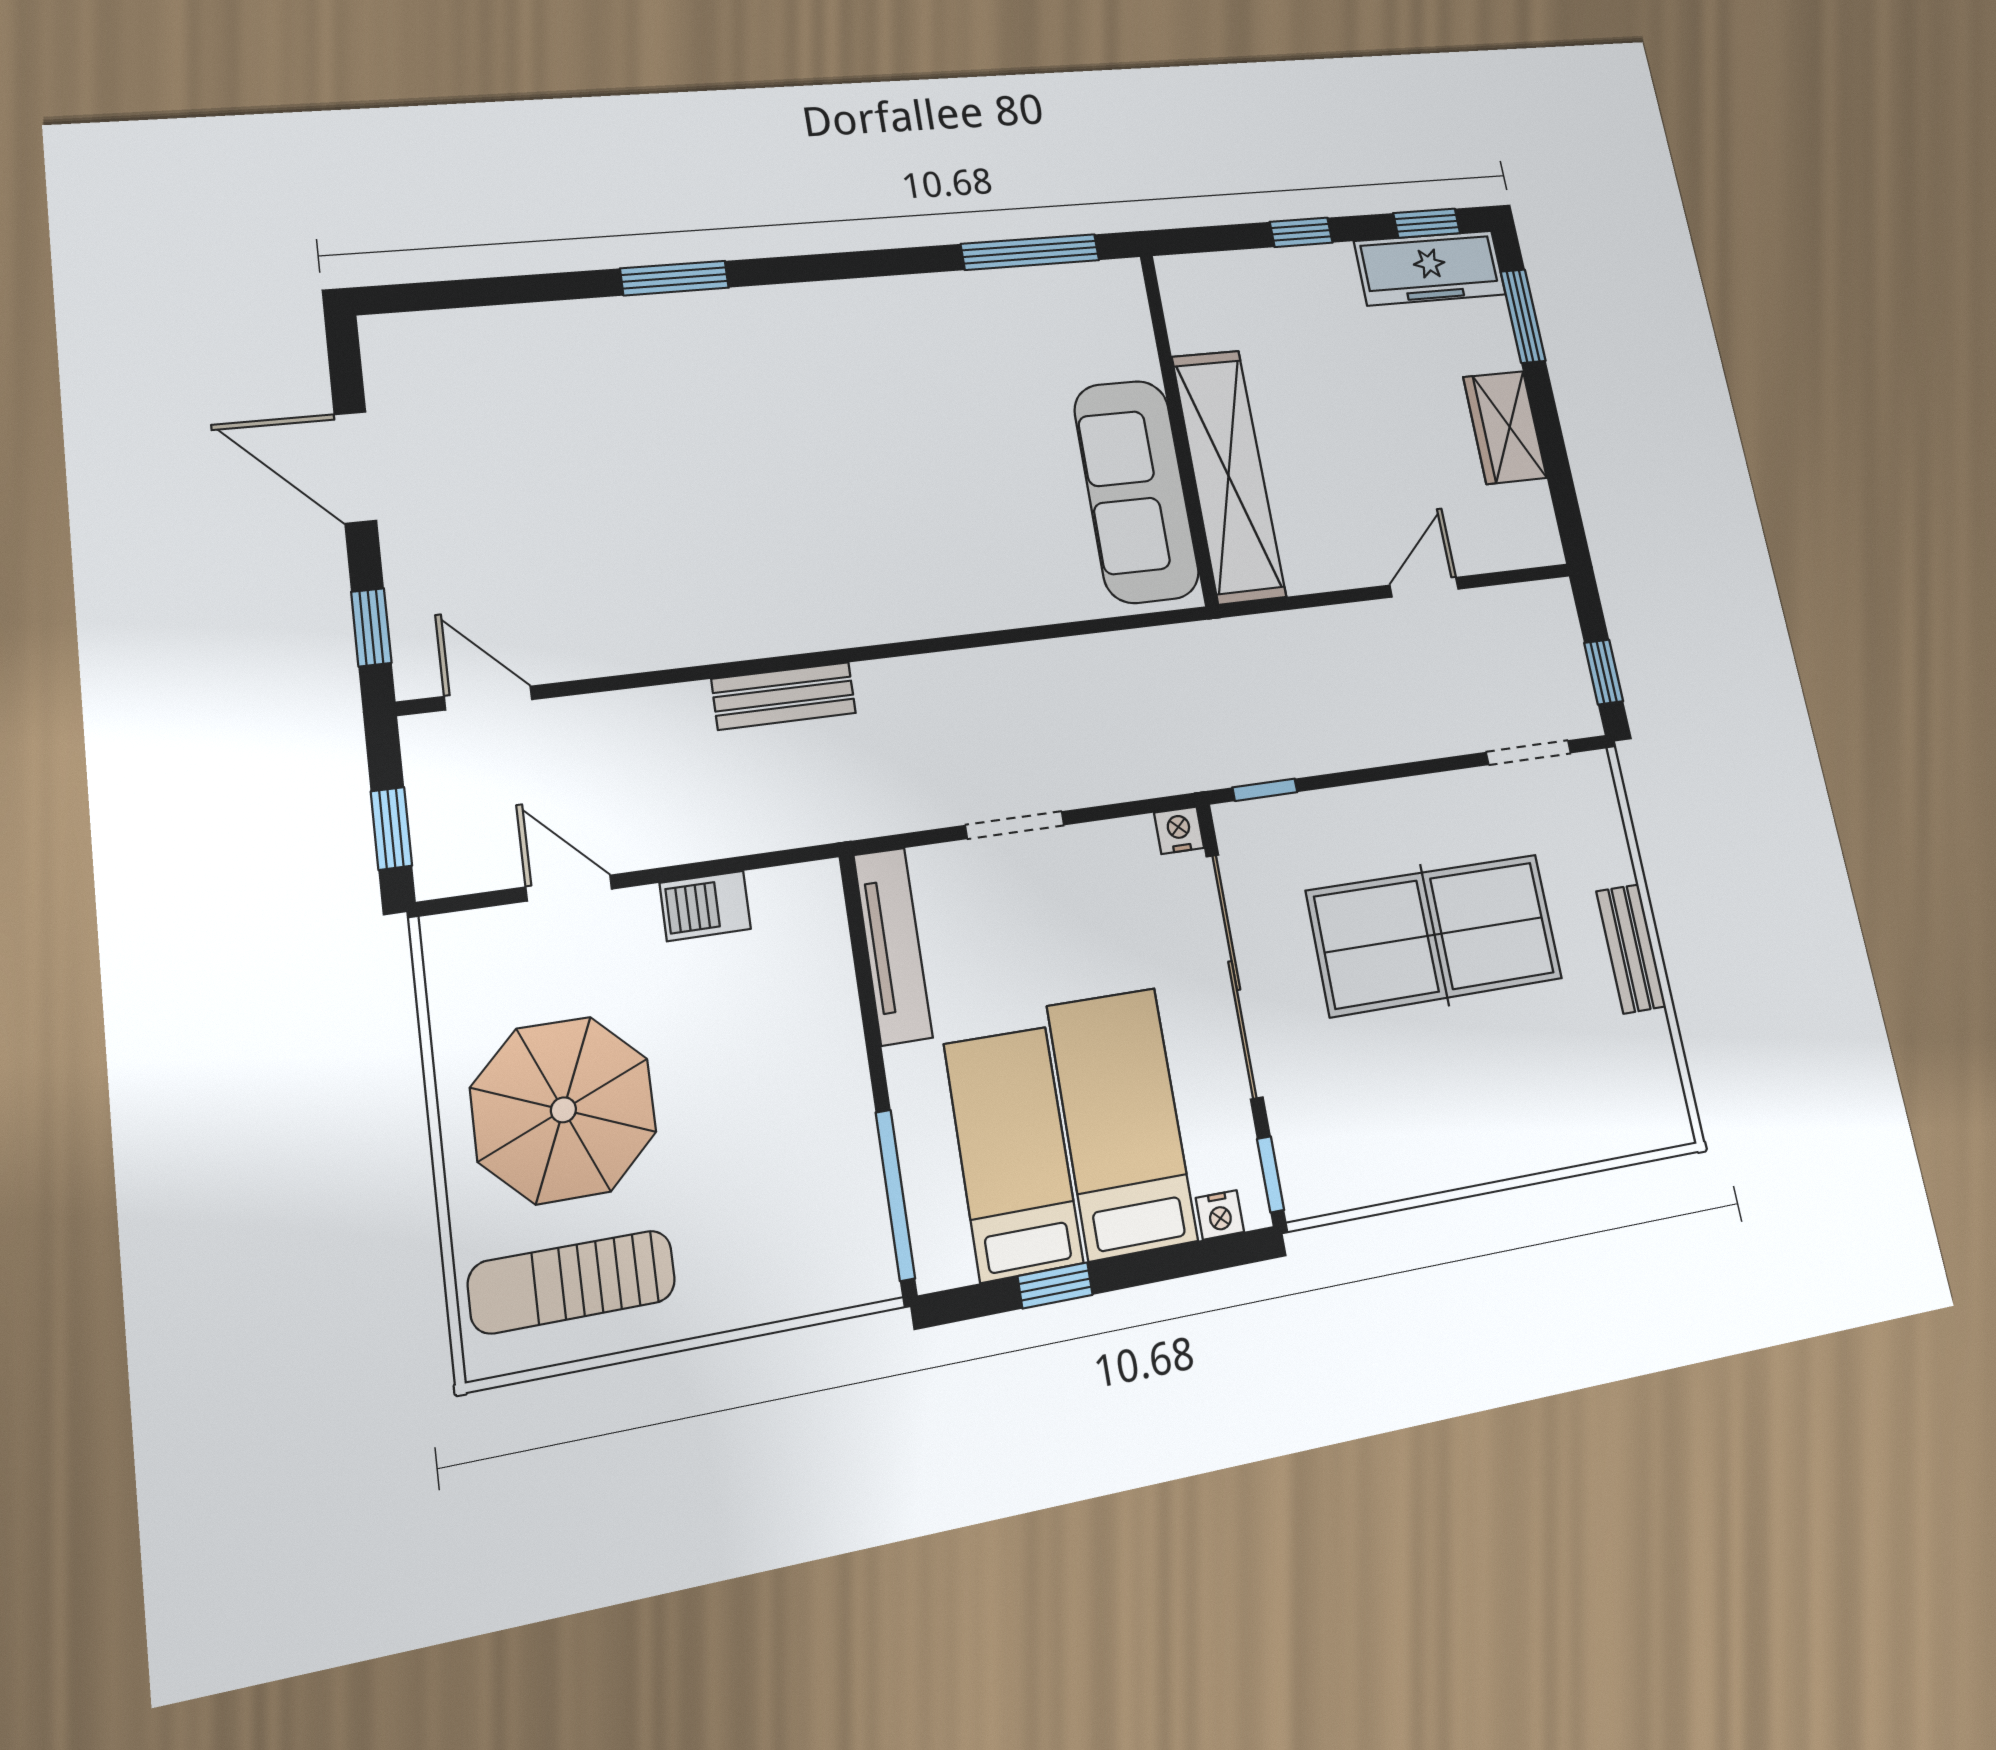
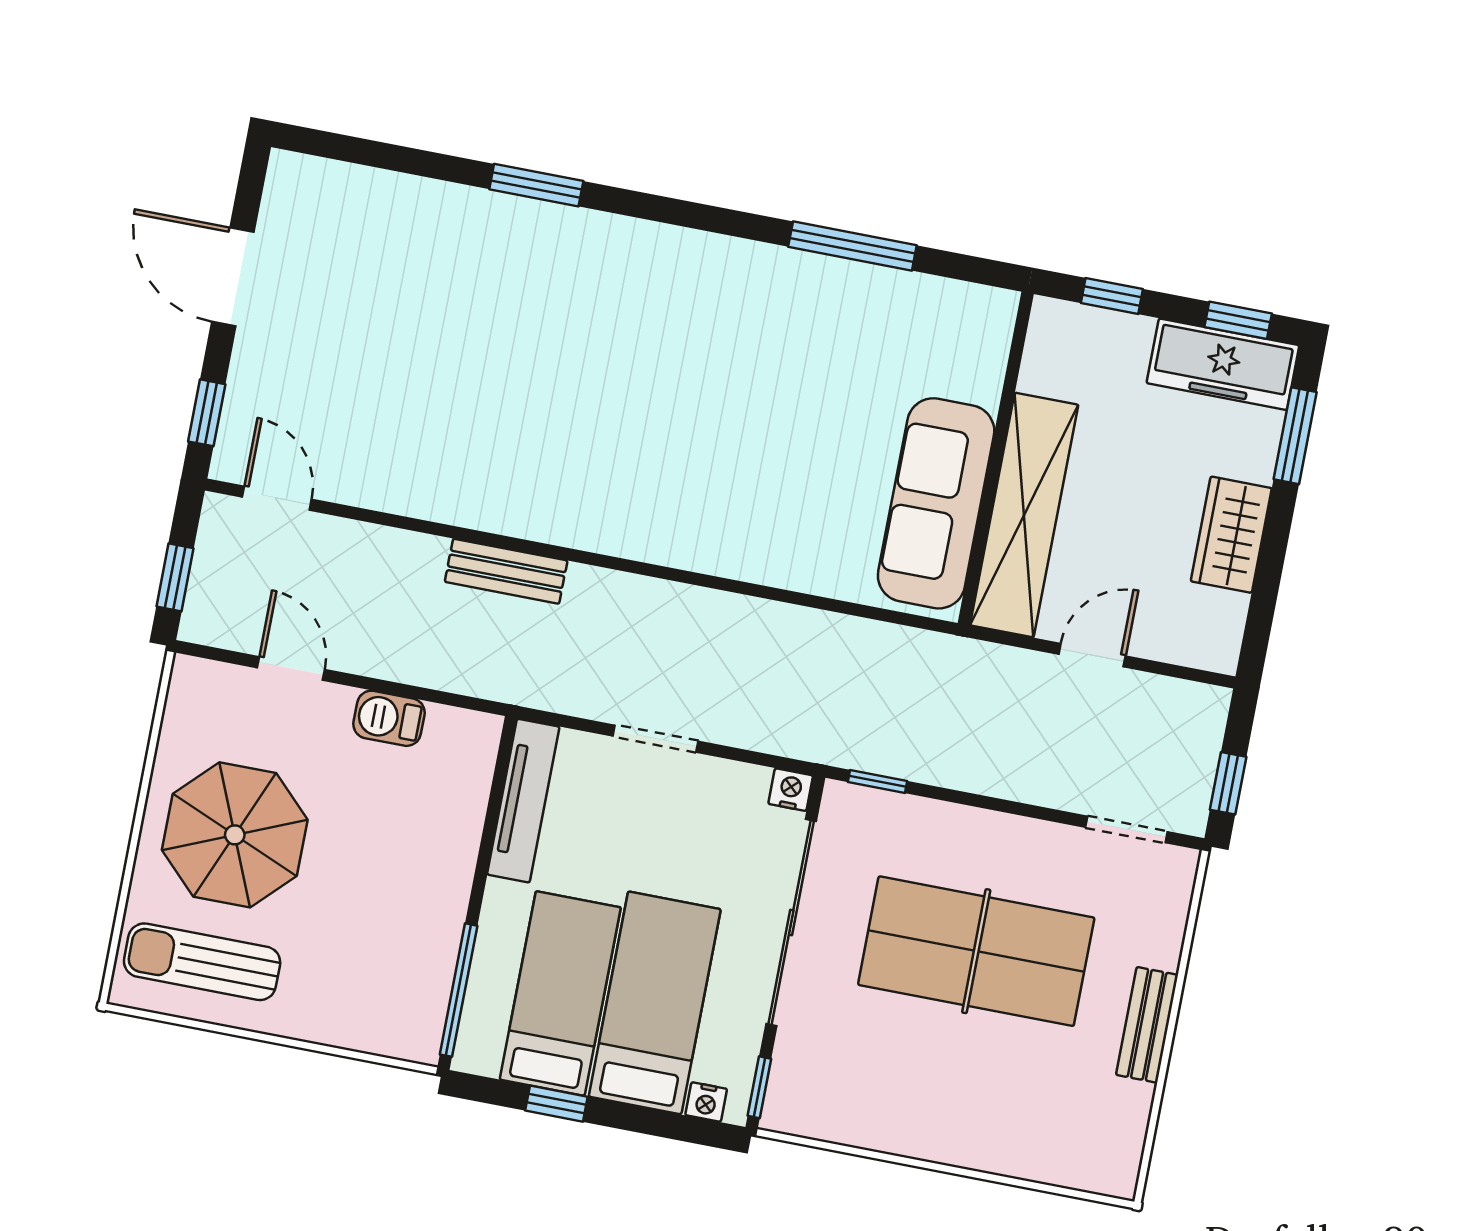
wall: (1178, 428) -> (996, 458), moved
shelving: (1229, 476) -> (1024, 515), moved
sofa: (1136, 491) -> (936, 503), moved

